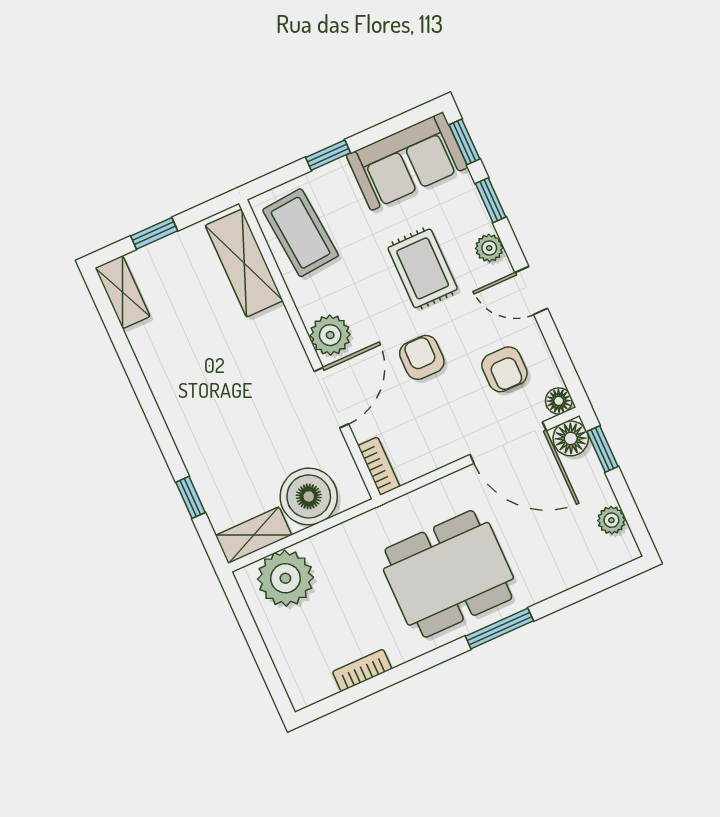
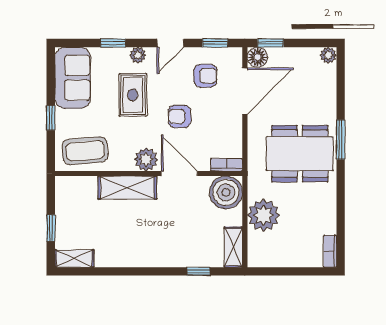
window: (464, 142) -> (215, 43), moved
shelving: (244, 263) -> (127, 188), moved
rug: (423, 268) -> (133, 95), turned 90
floor lamp: (559, 401) -> (235, 55), removed
boiler: (309, 496) -> (226, 192), moved
plant: (611, 520) -> (328, 55), moved
dining table: (448, 574) -> (300, 154), turned 90
plant: (285, 578) -> (264, 215), moved
bookcase: (362, 670) -> (330, 251), moved

